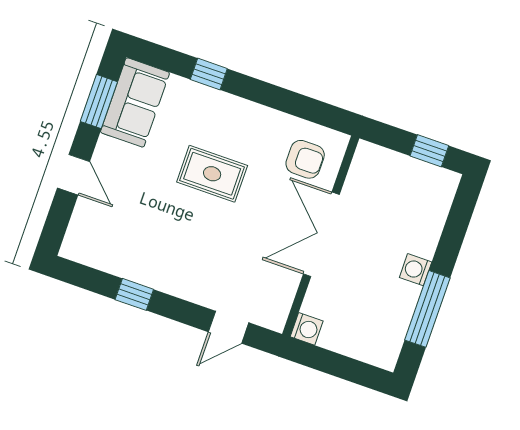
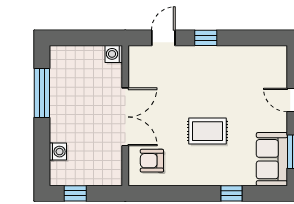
washing machine: (416, 270) -> (58, 152), moved
window: (134, 294) -> (206, 38), moved

